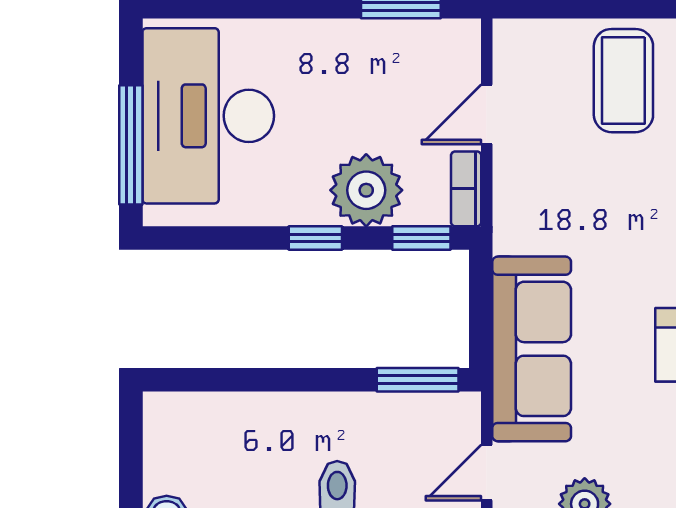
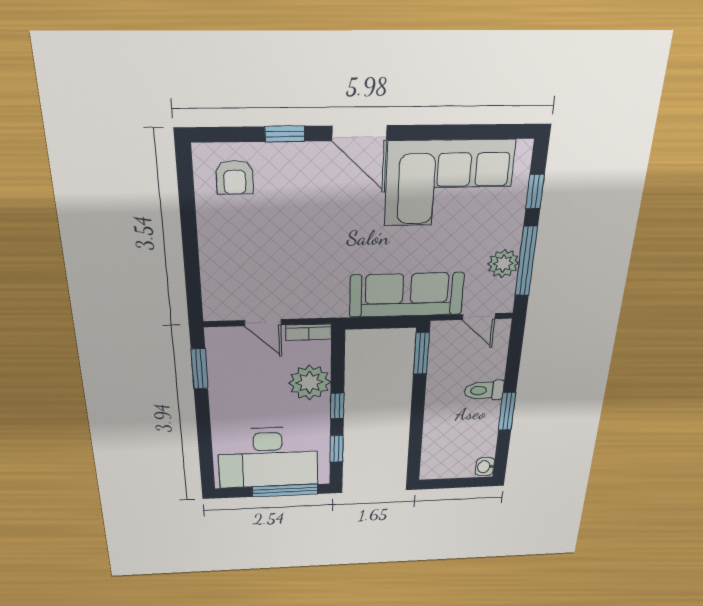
coffee table: (623, 81) -> (239, 247), removed
window: (421, 238) -> (337, 449), moved

